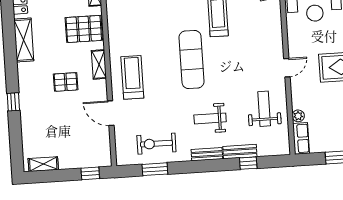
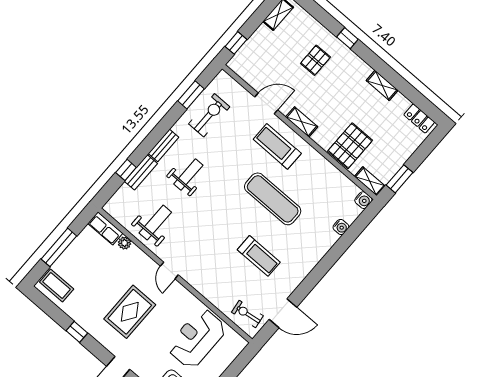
shelving: (24, 40) -> (382, 85), width x0.67, depth x0.75
exercise mat: (192, 60) -> (273, 199), moved
shelving: (99, 64) -> (302, 122), moved
treadmill: (132, 77) -> (277, 146), turned 180
pallet: (66, 82) -> (315, 60), moved
weight bench: (264, 109) -> (155, 223), turned -90

